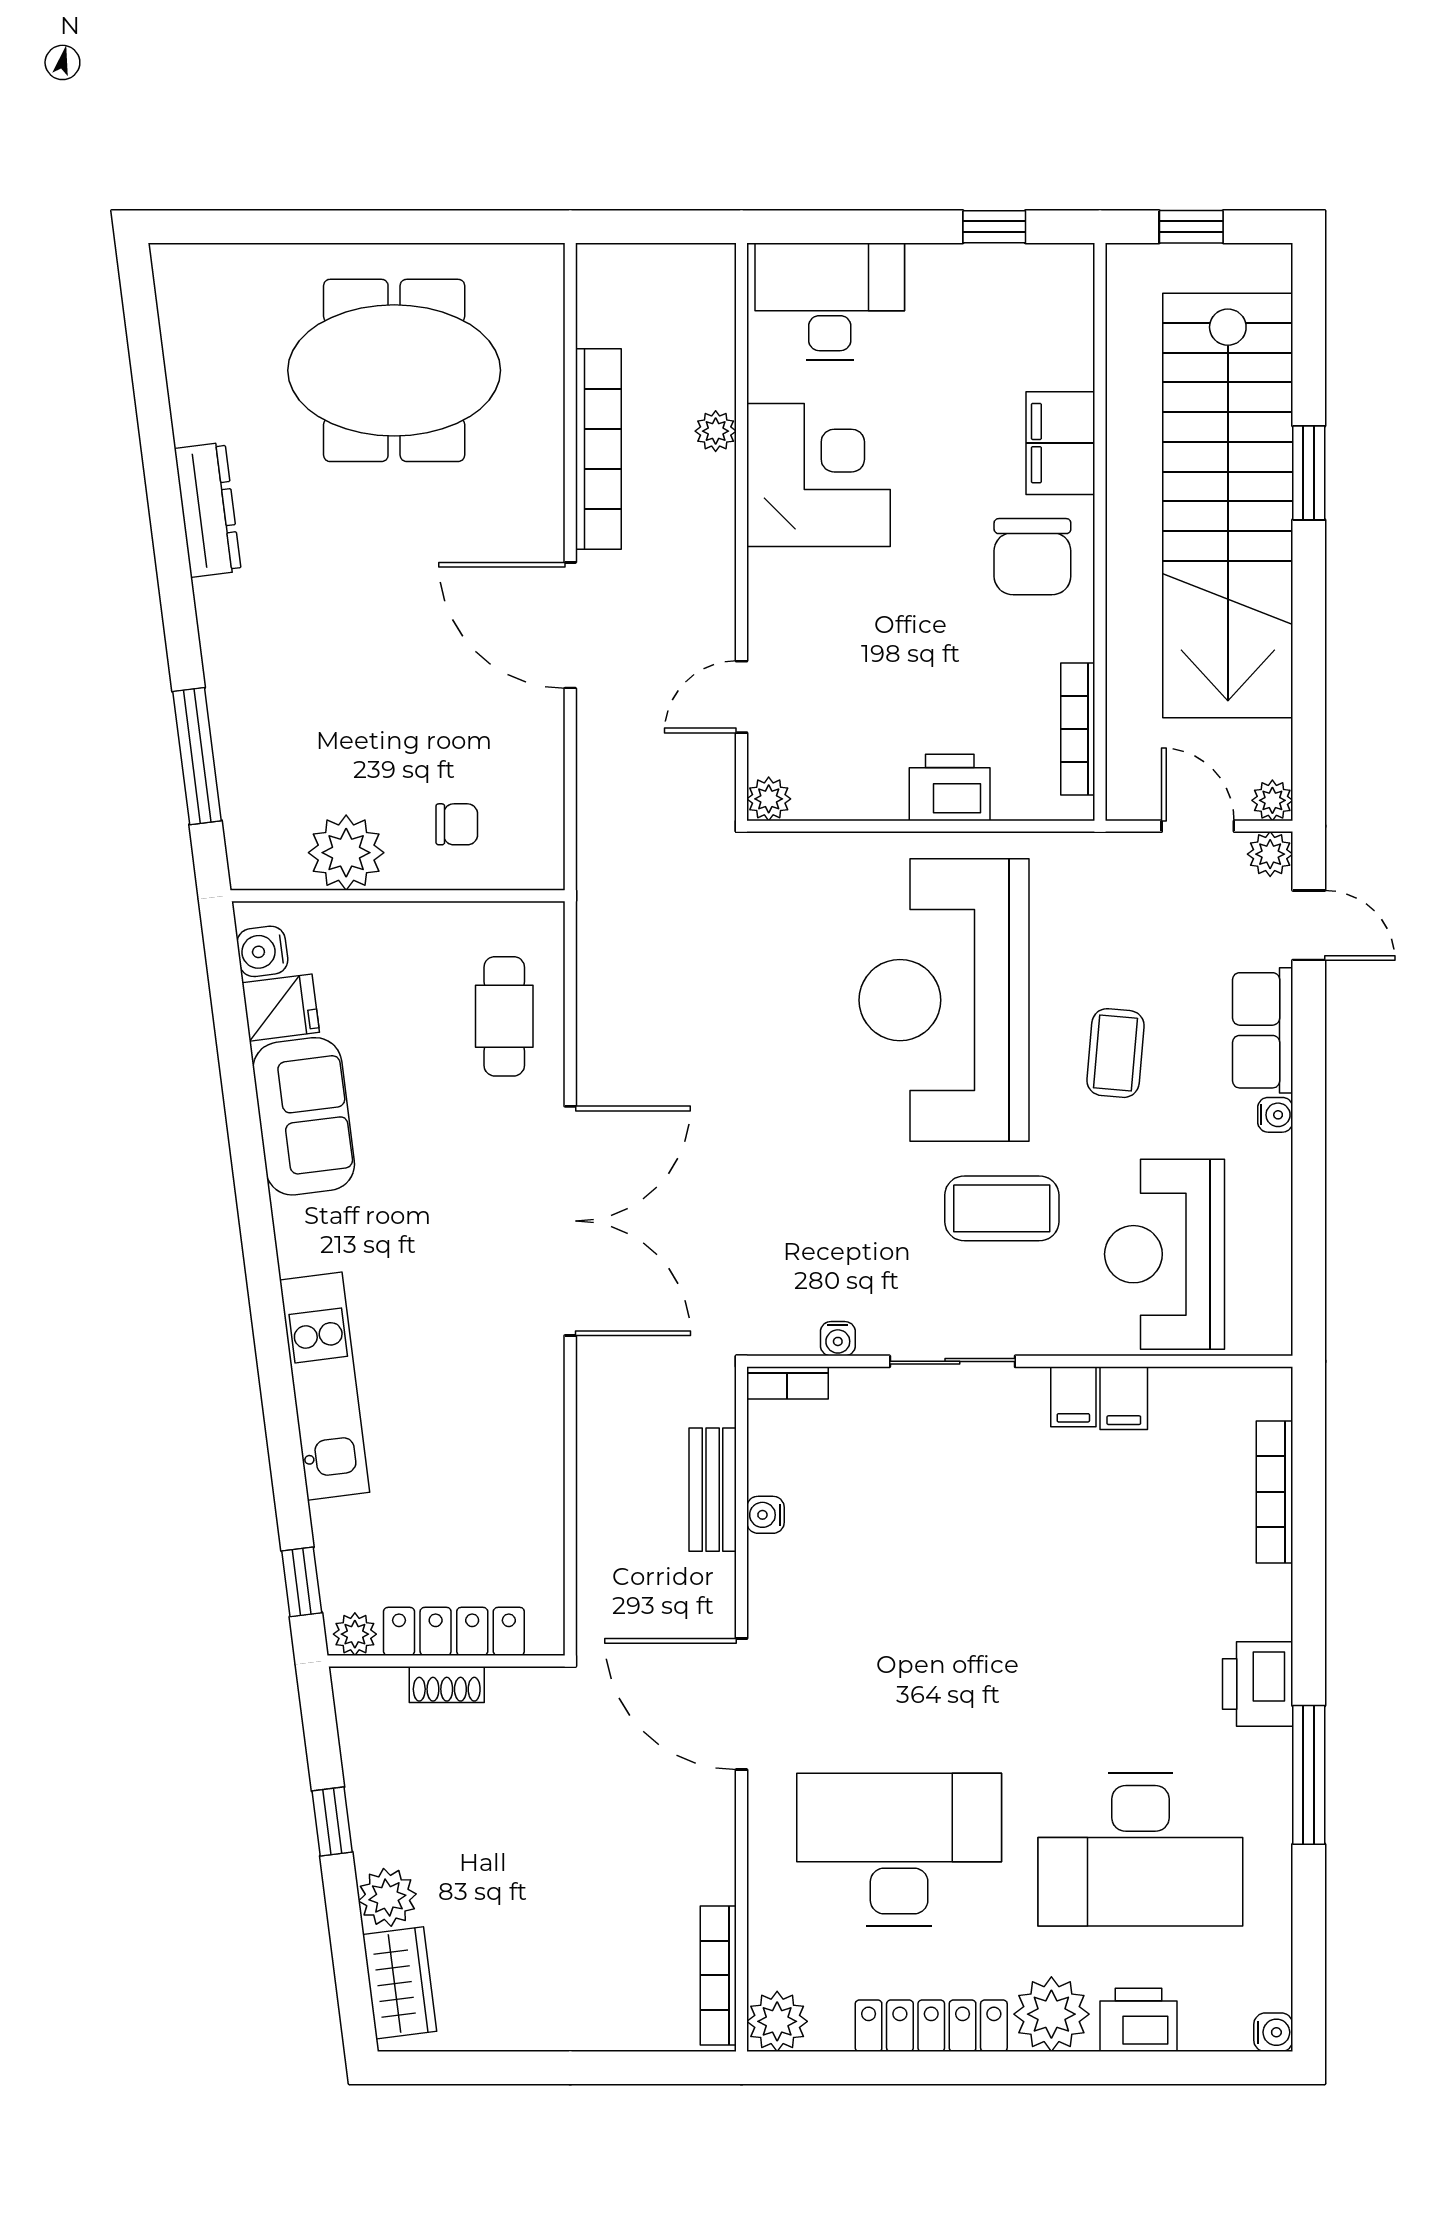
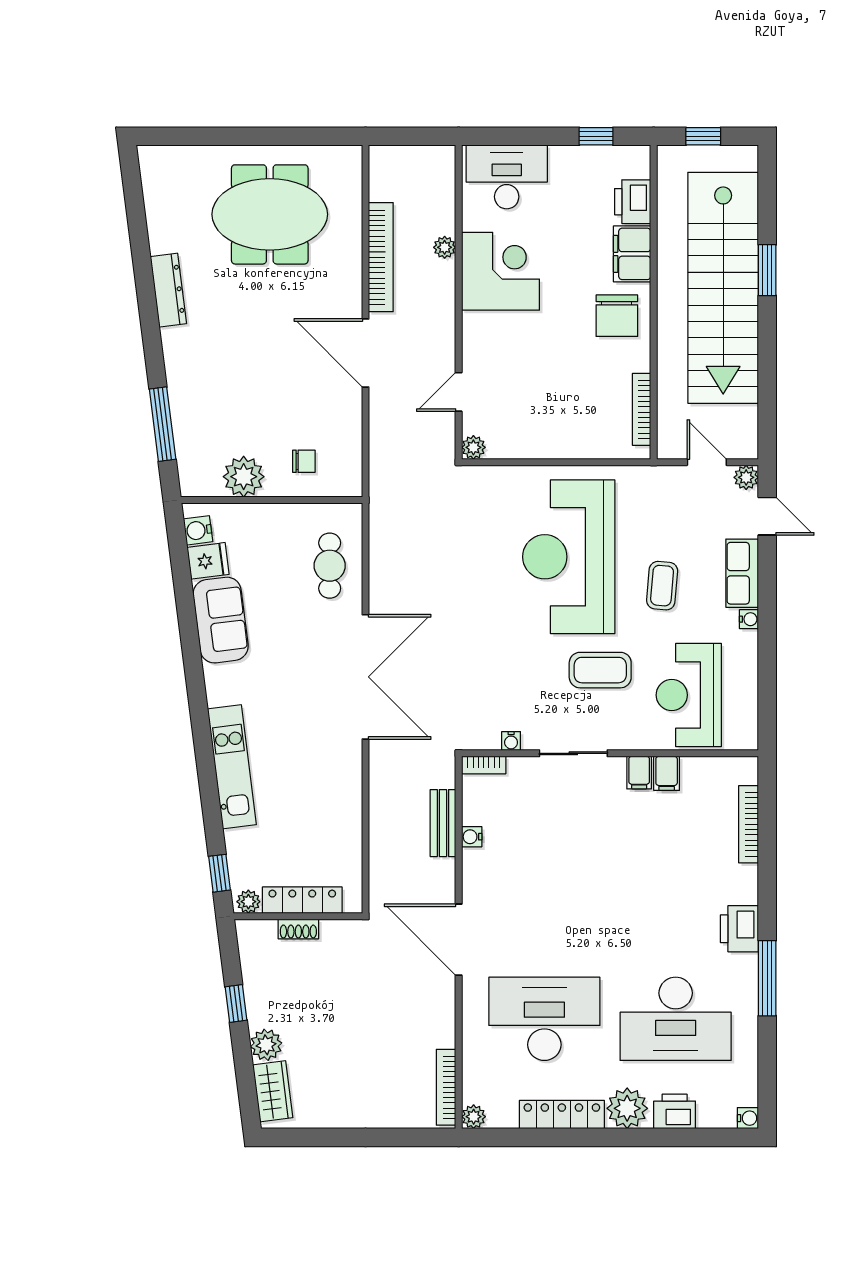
printer: (950, 788) -> (633, 202), moved, turned -90
plant: (1272, 800) -> (747, 448), removed
plant: (777, 2021) -> (474, 1117), width x0.73, depth x0.73

